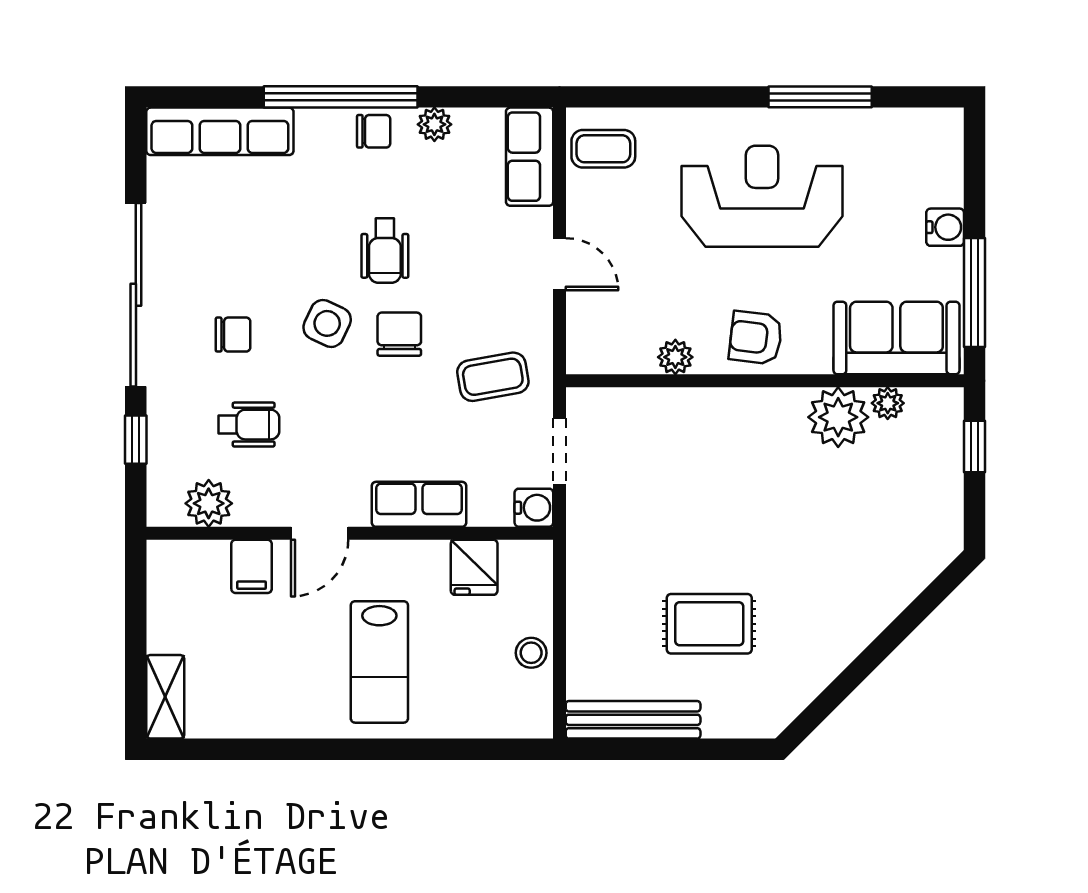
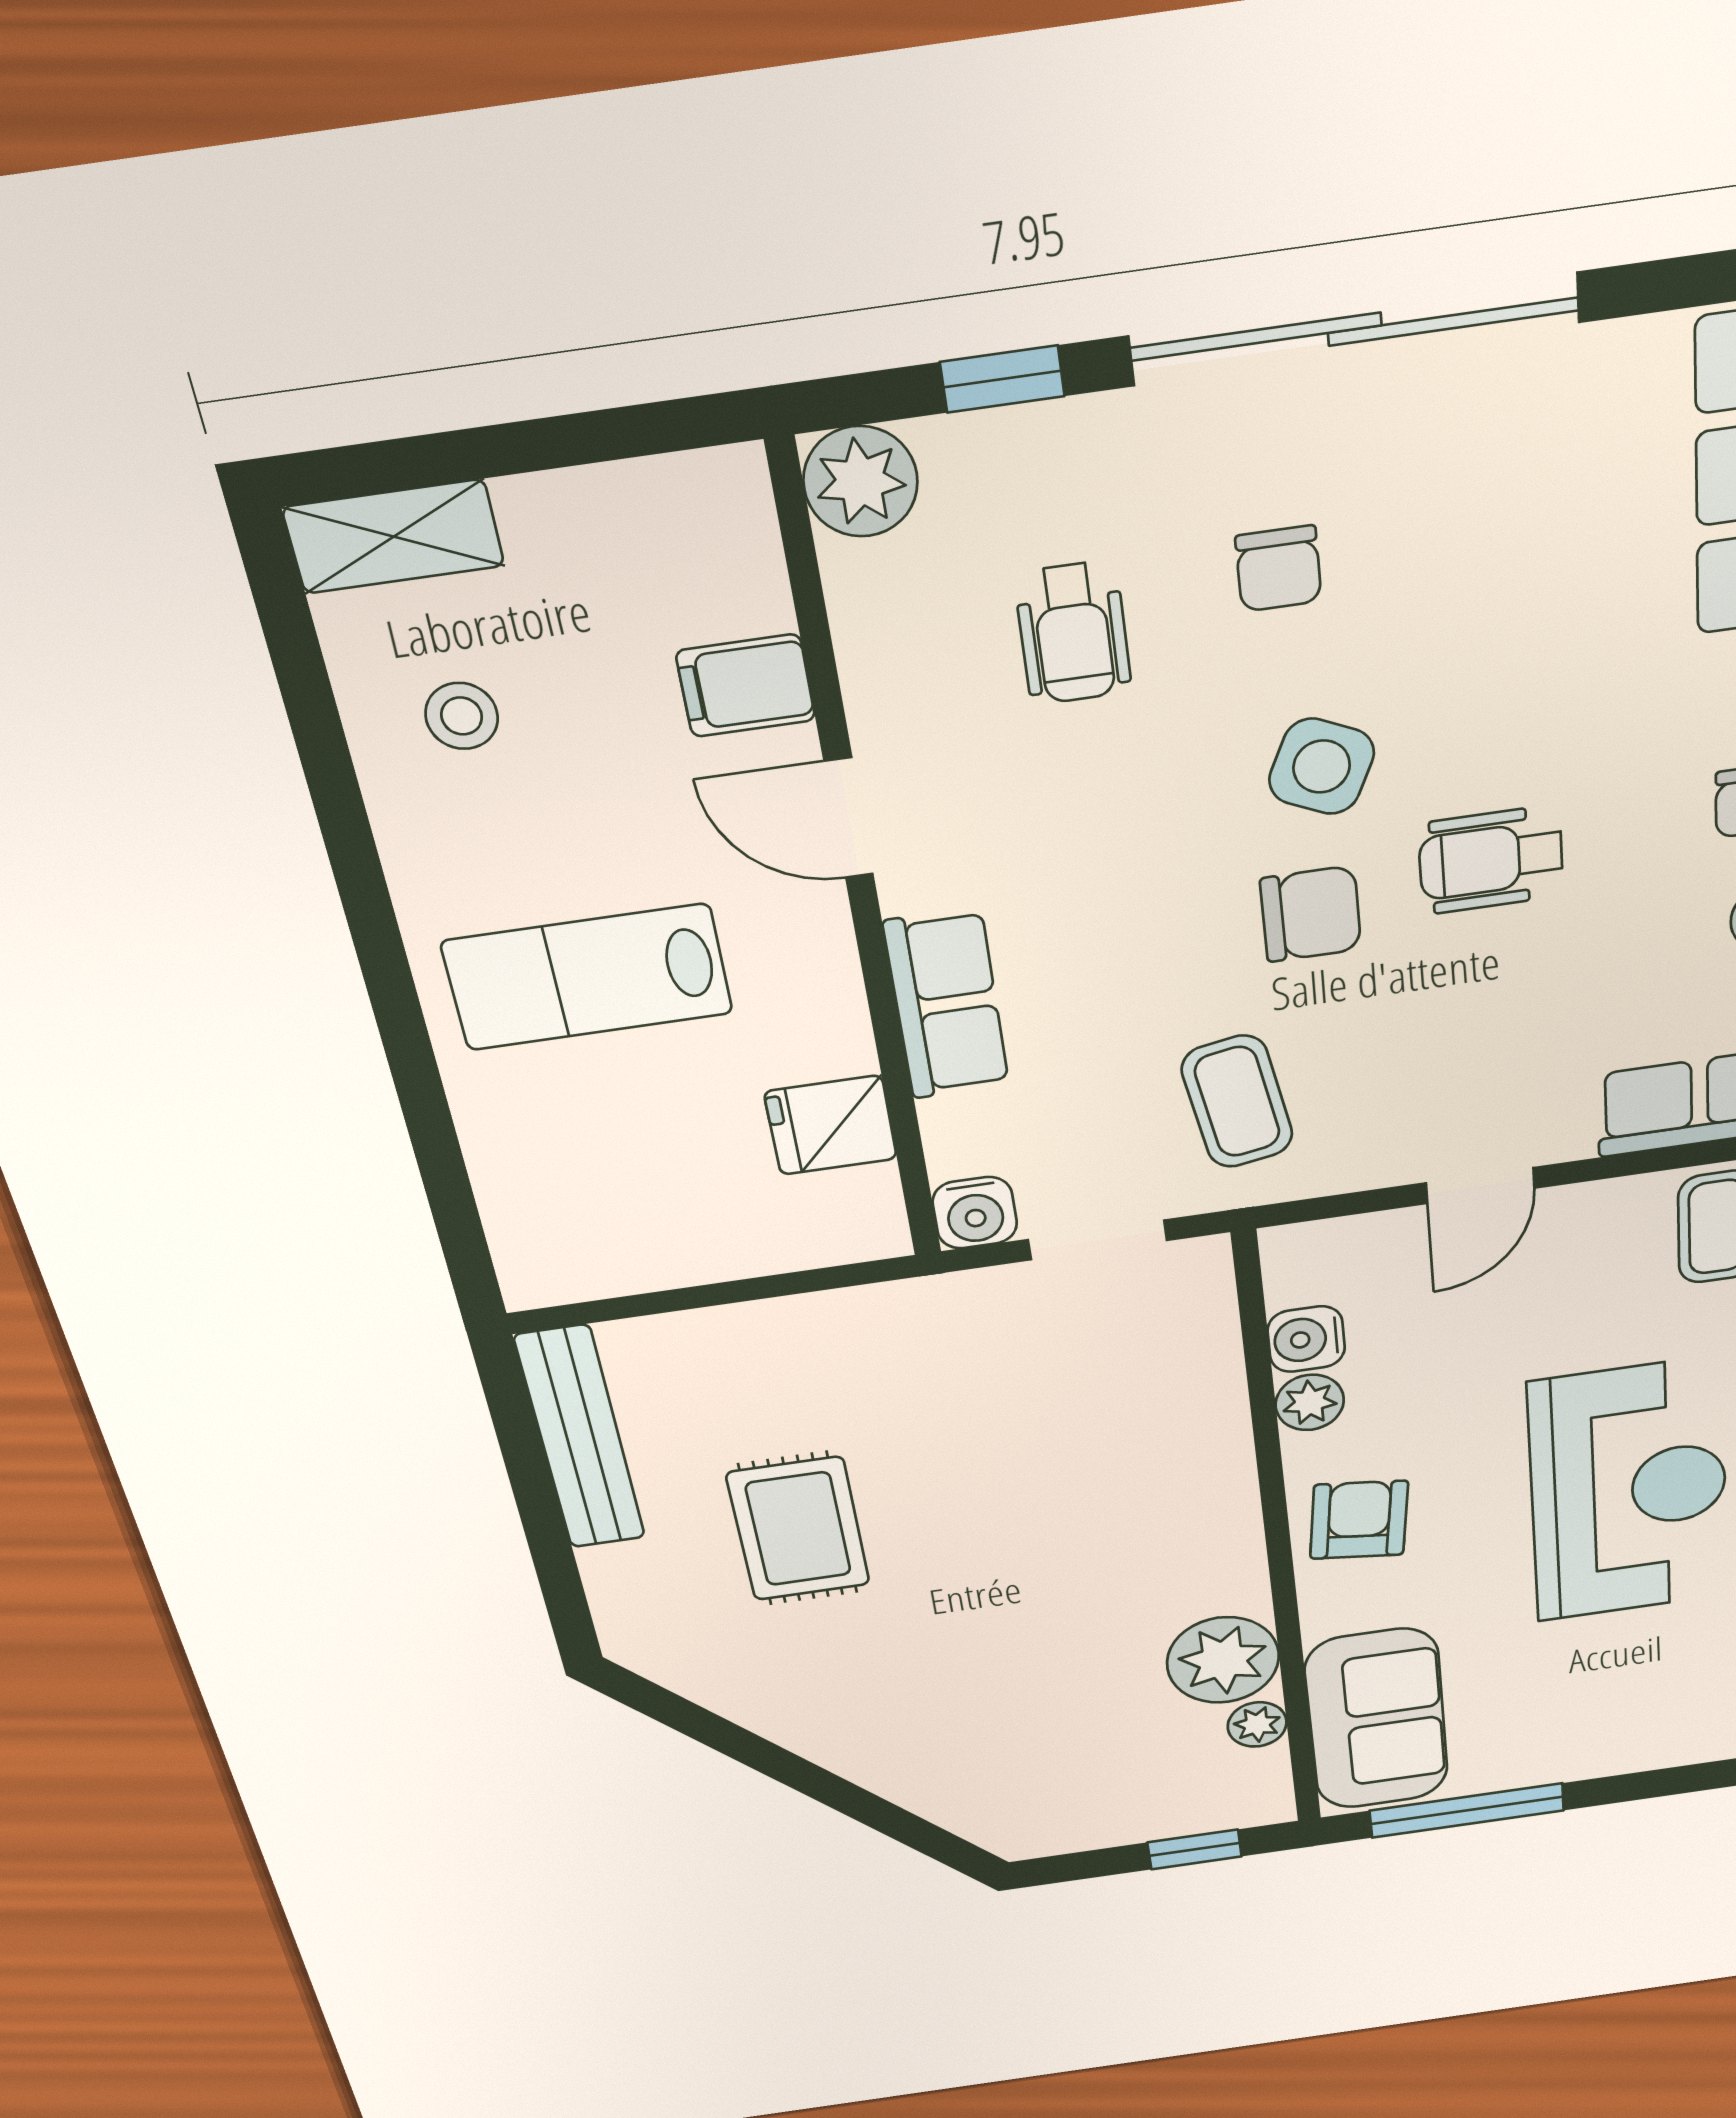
water cooler: (945, 227) -> (1306, 1339), moved, turned 90
plant: (209, 503) -> (861, 482), moved
stool: (531, 653) -> (462, 716), moved

